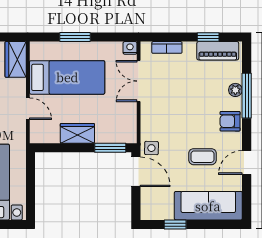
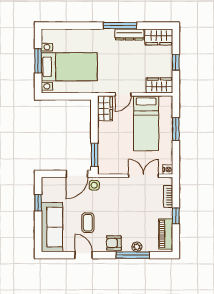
window: (208, 37) -> (176, 216), moved
armchair: (230, 121) -> (114, 243), turned -90
wardrobe: (77, 133) -> (105, 108), moved

